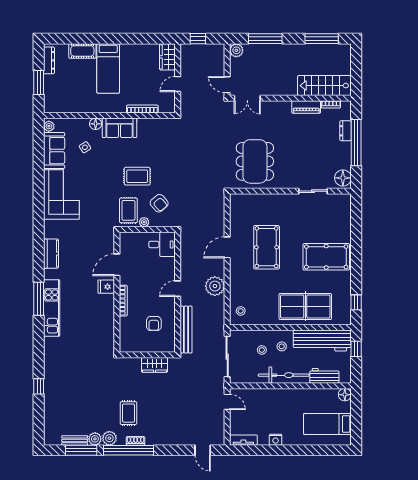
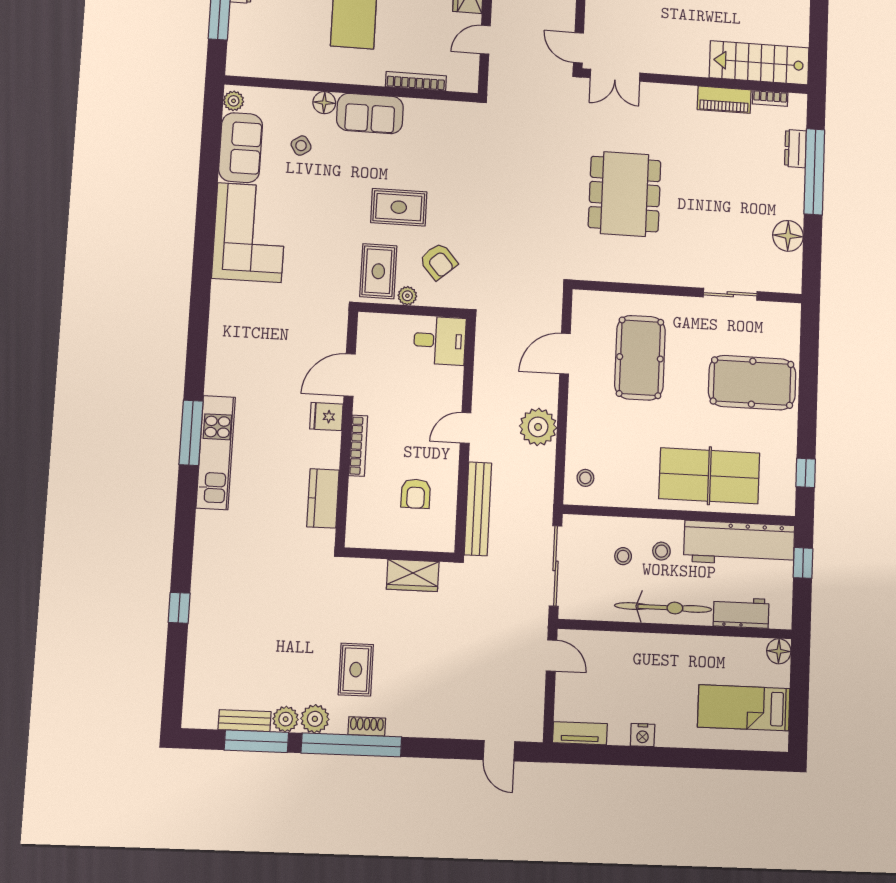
wall: (290, 191) -> (688, 292), moved
sliding door: (313, 191) -> (730, 294), moved
kitchen counter: (51, 254) -> (323, 498), moved, turned 180

